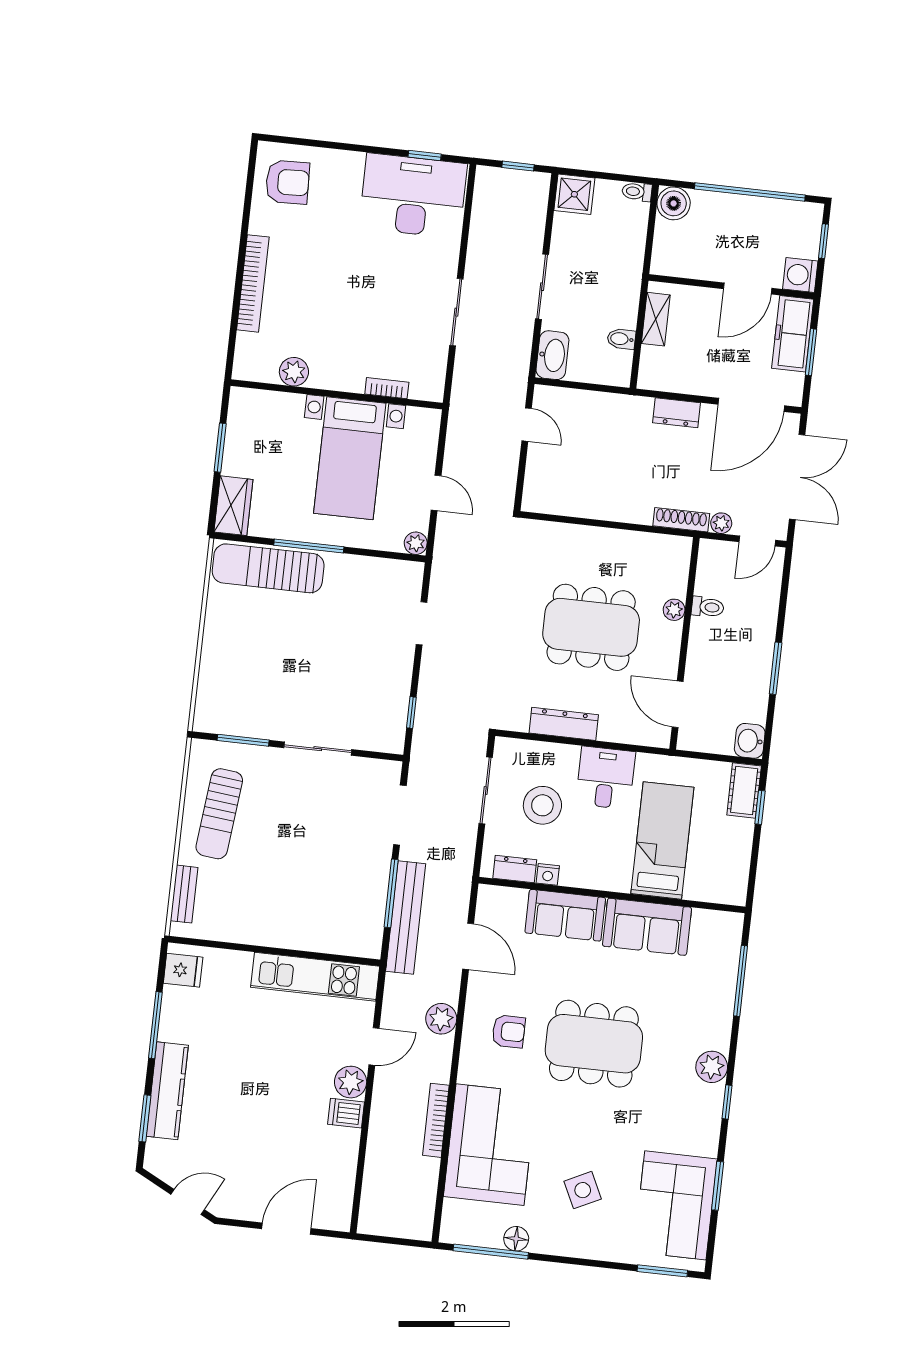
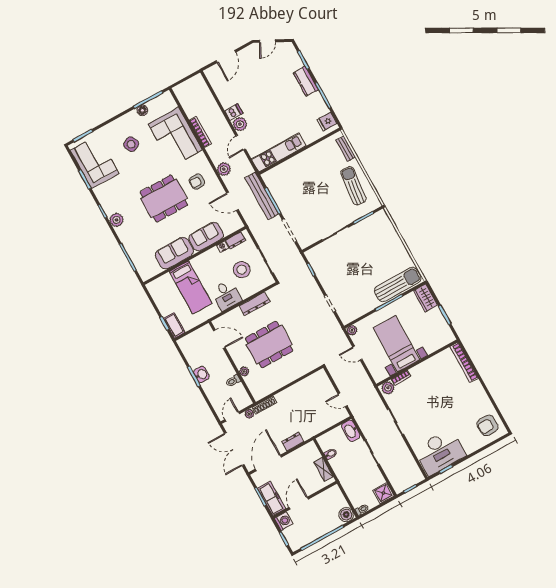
bookcase: (253, 283) -> (464, 362), moved
plant: (294, 372) -> (388, 388), moved
washbasin: (750, 741) -> (201, 374), moved
kitchen counter: (167, 1091) -> (306, 81), width x0.67

